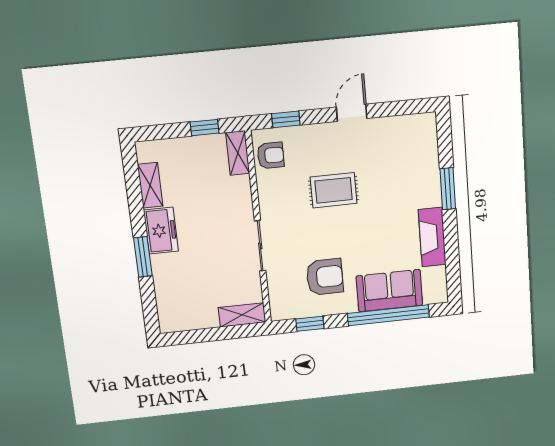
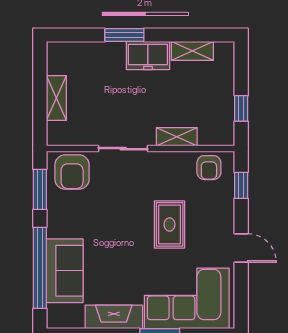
shelving: (238, 153) -> (177, 137), moved
corner sofa: (408, 165) -> (187, 298), added
armchair: (325, 277) -> (72, 172), moved
shelving: (242, 315) -> (56, 98), moved
window: (310, 324) -> (40, 189), width x1.50

